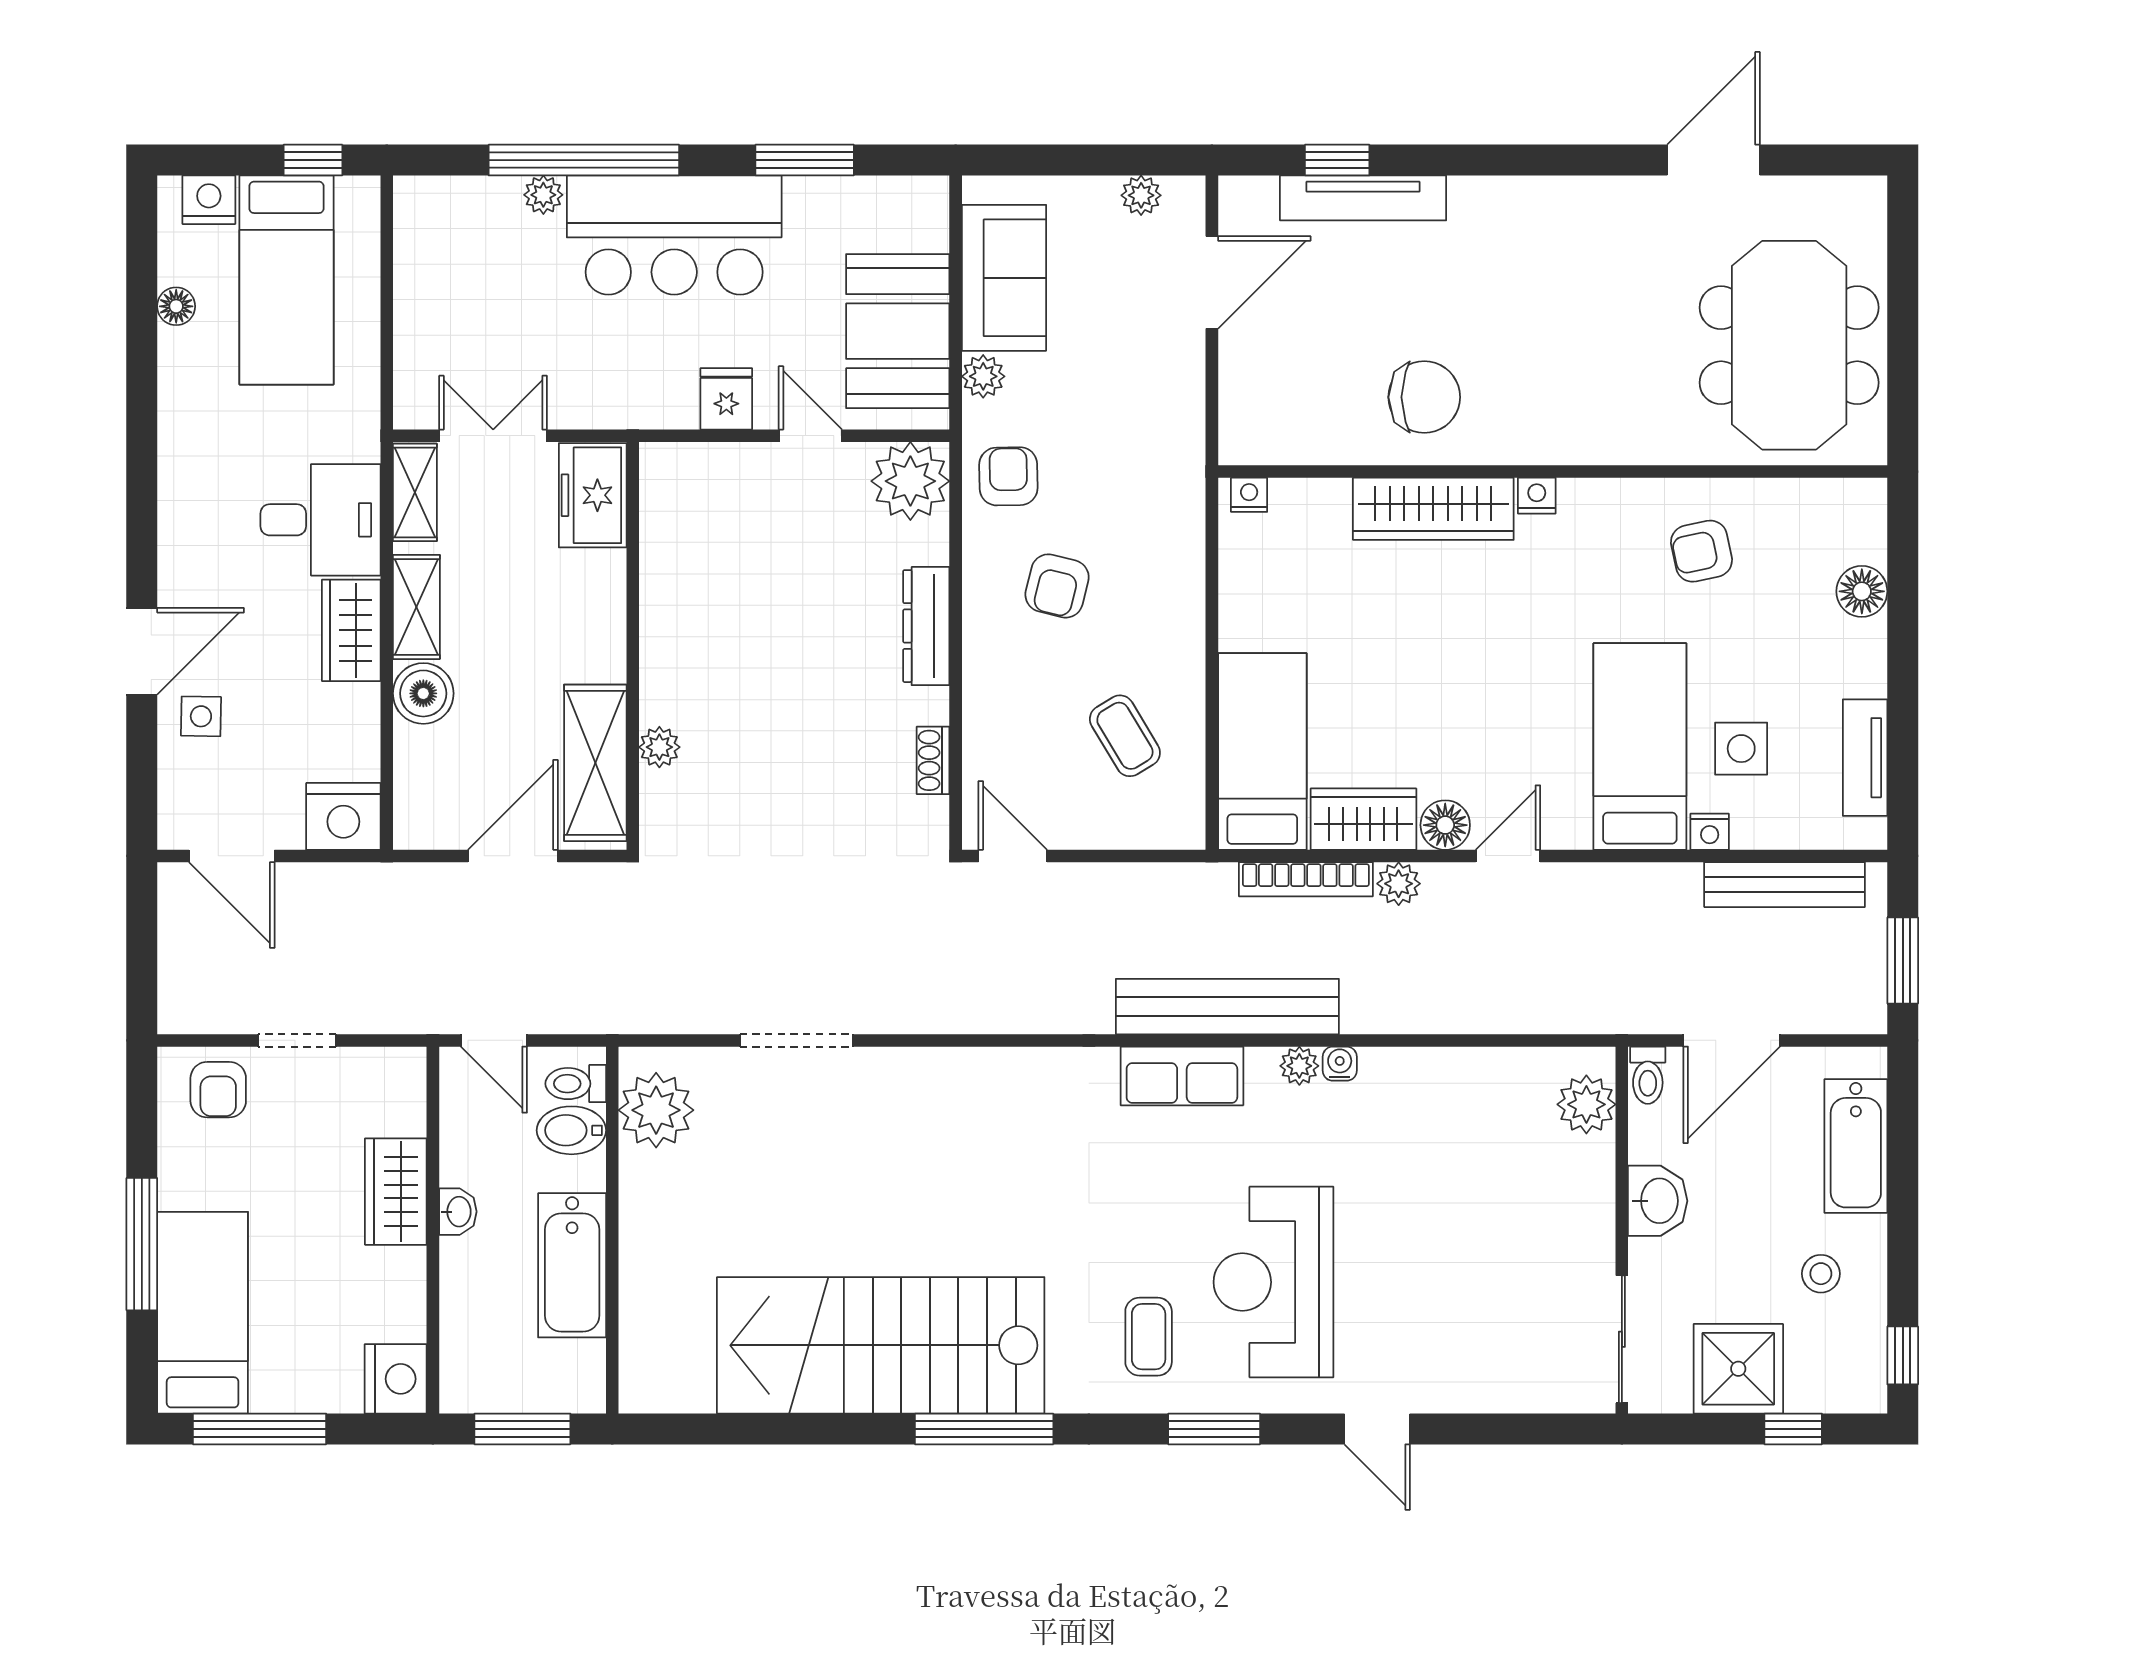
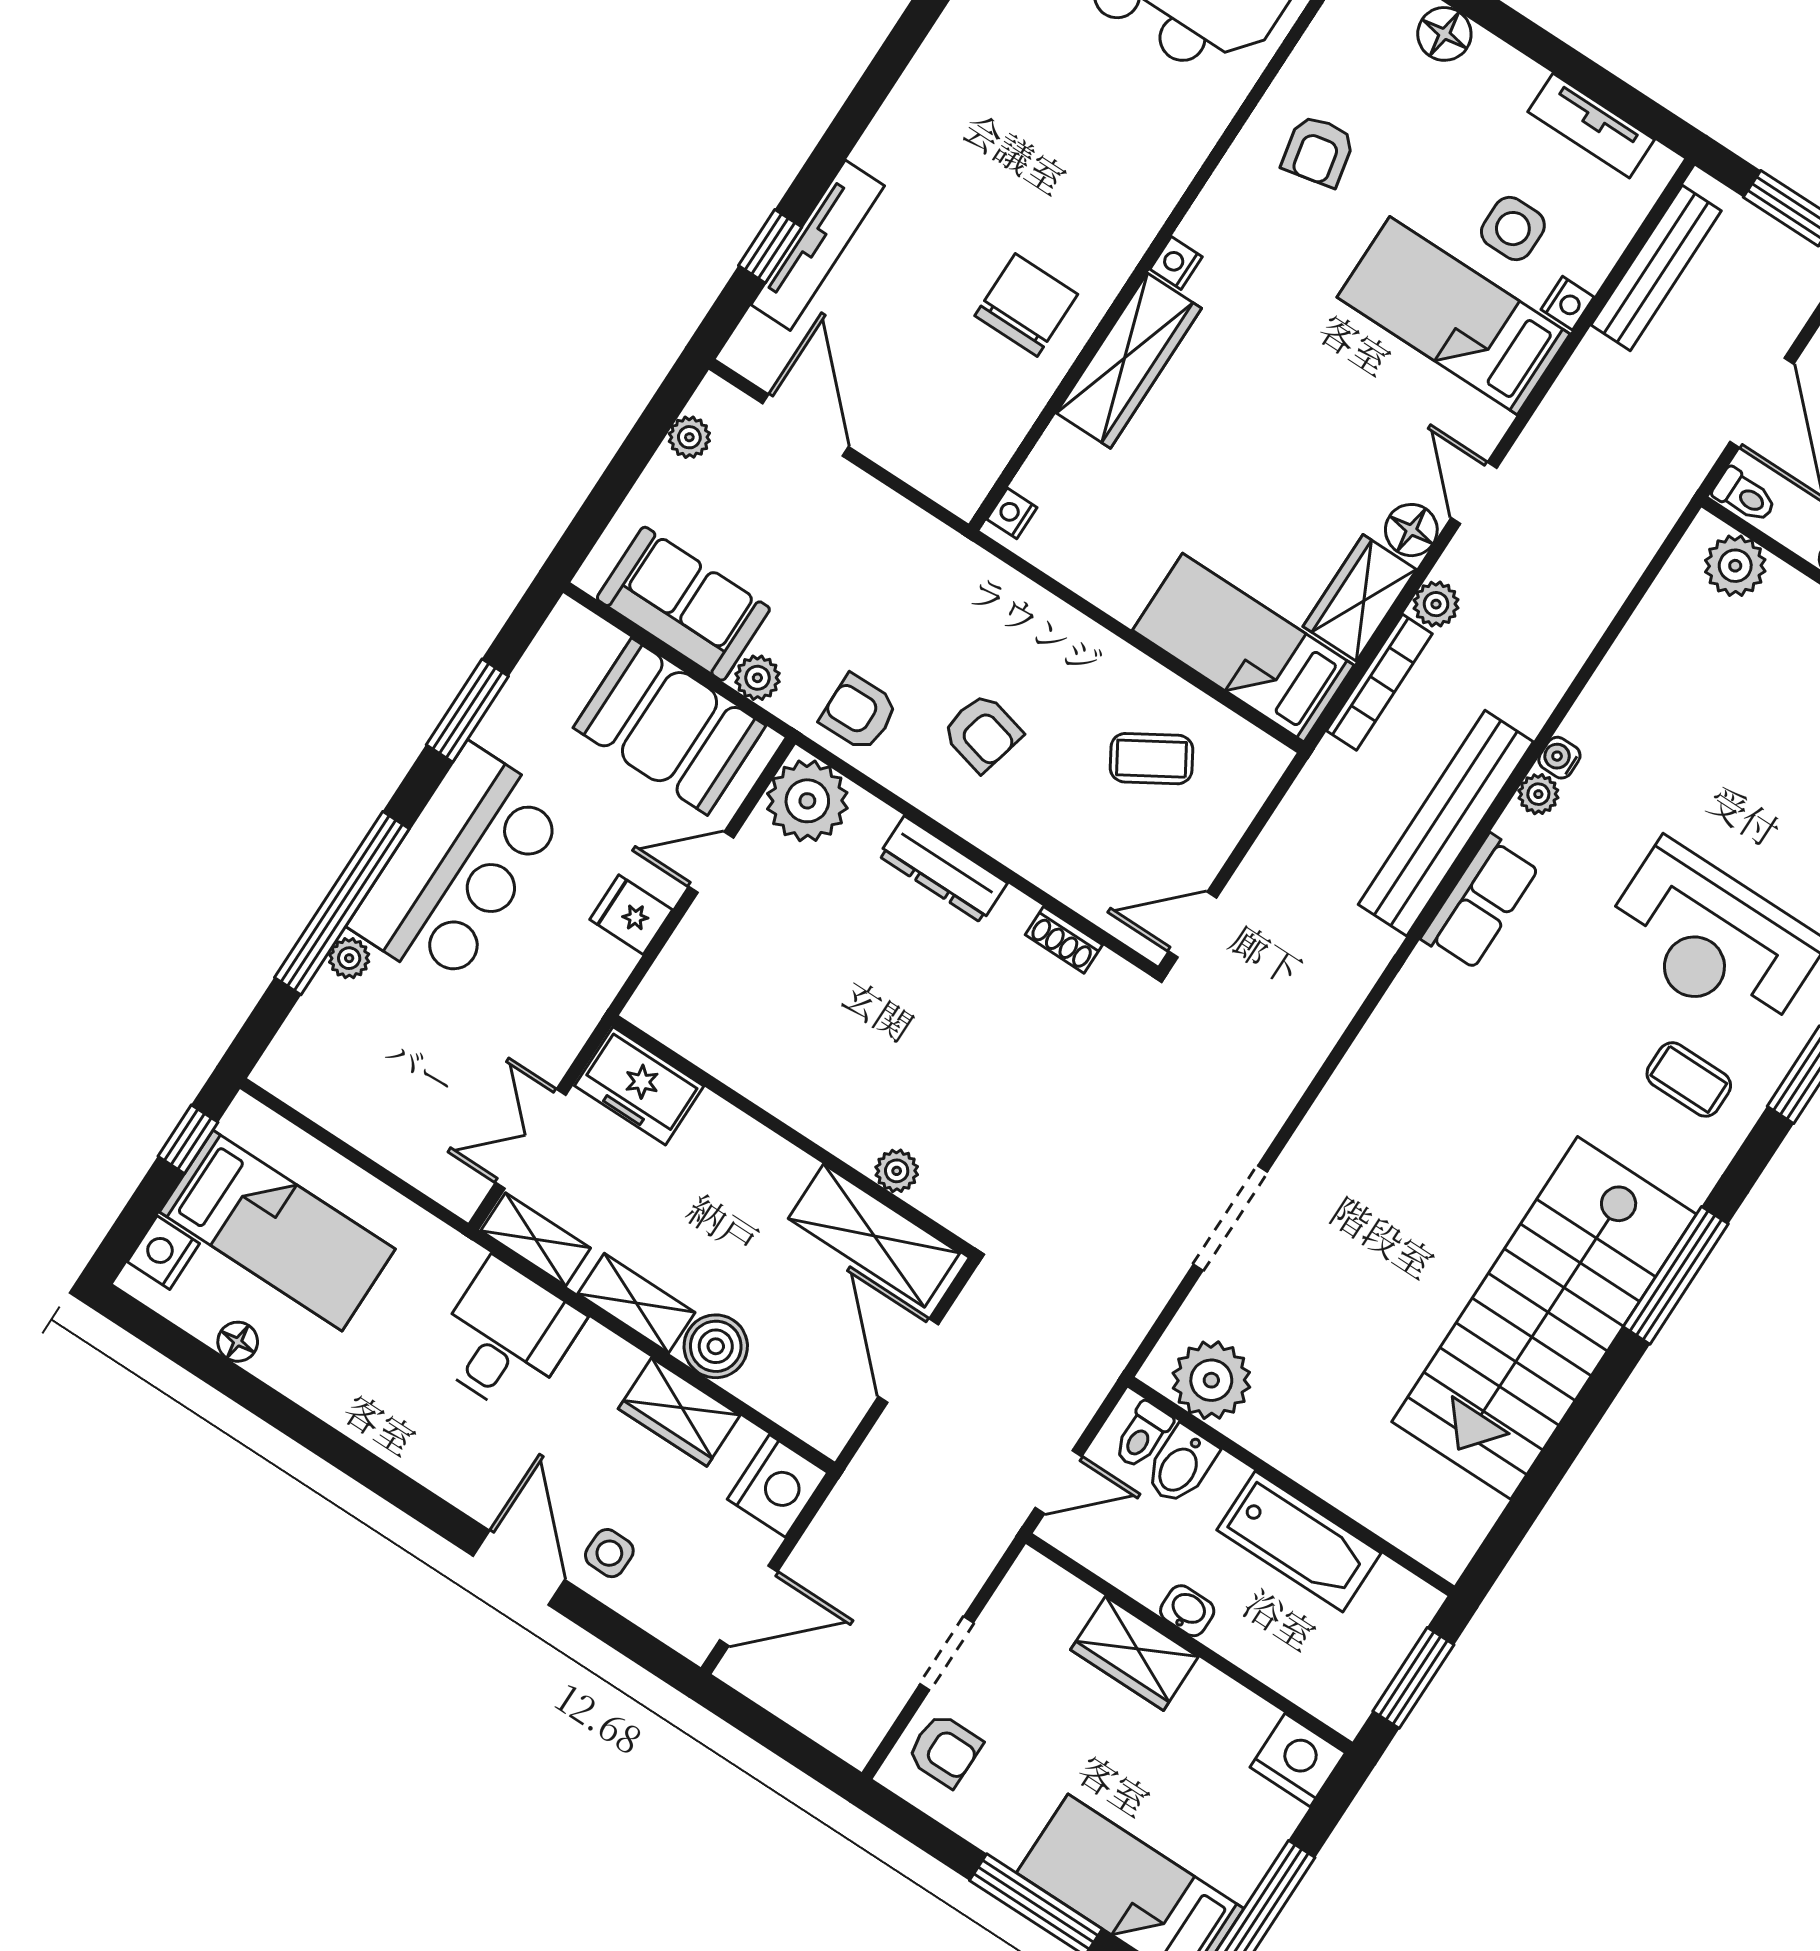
wardrobe: (351, 630) -> (679, 1412), moved

